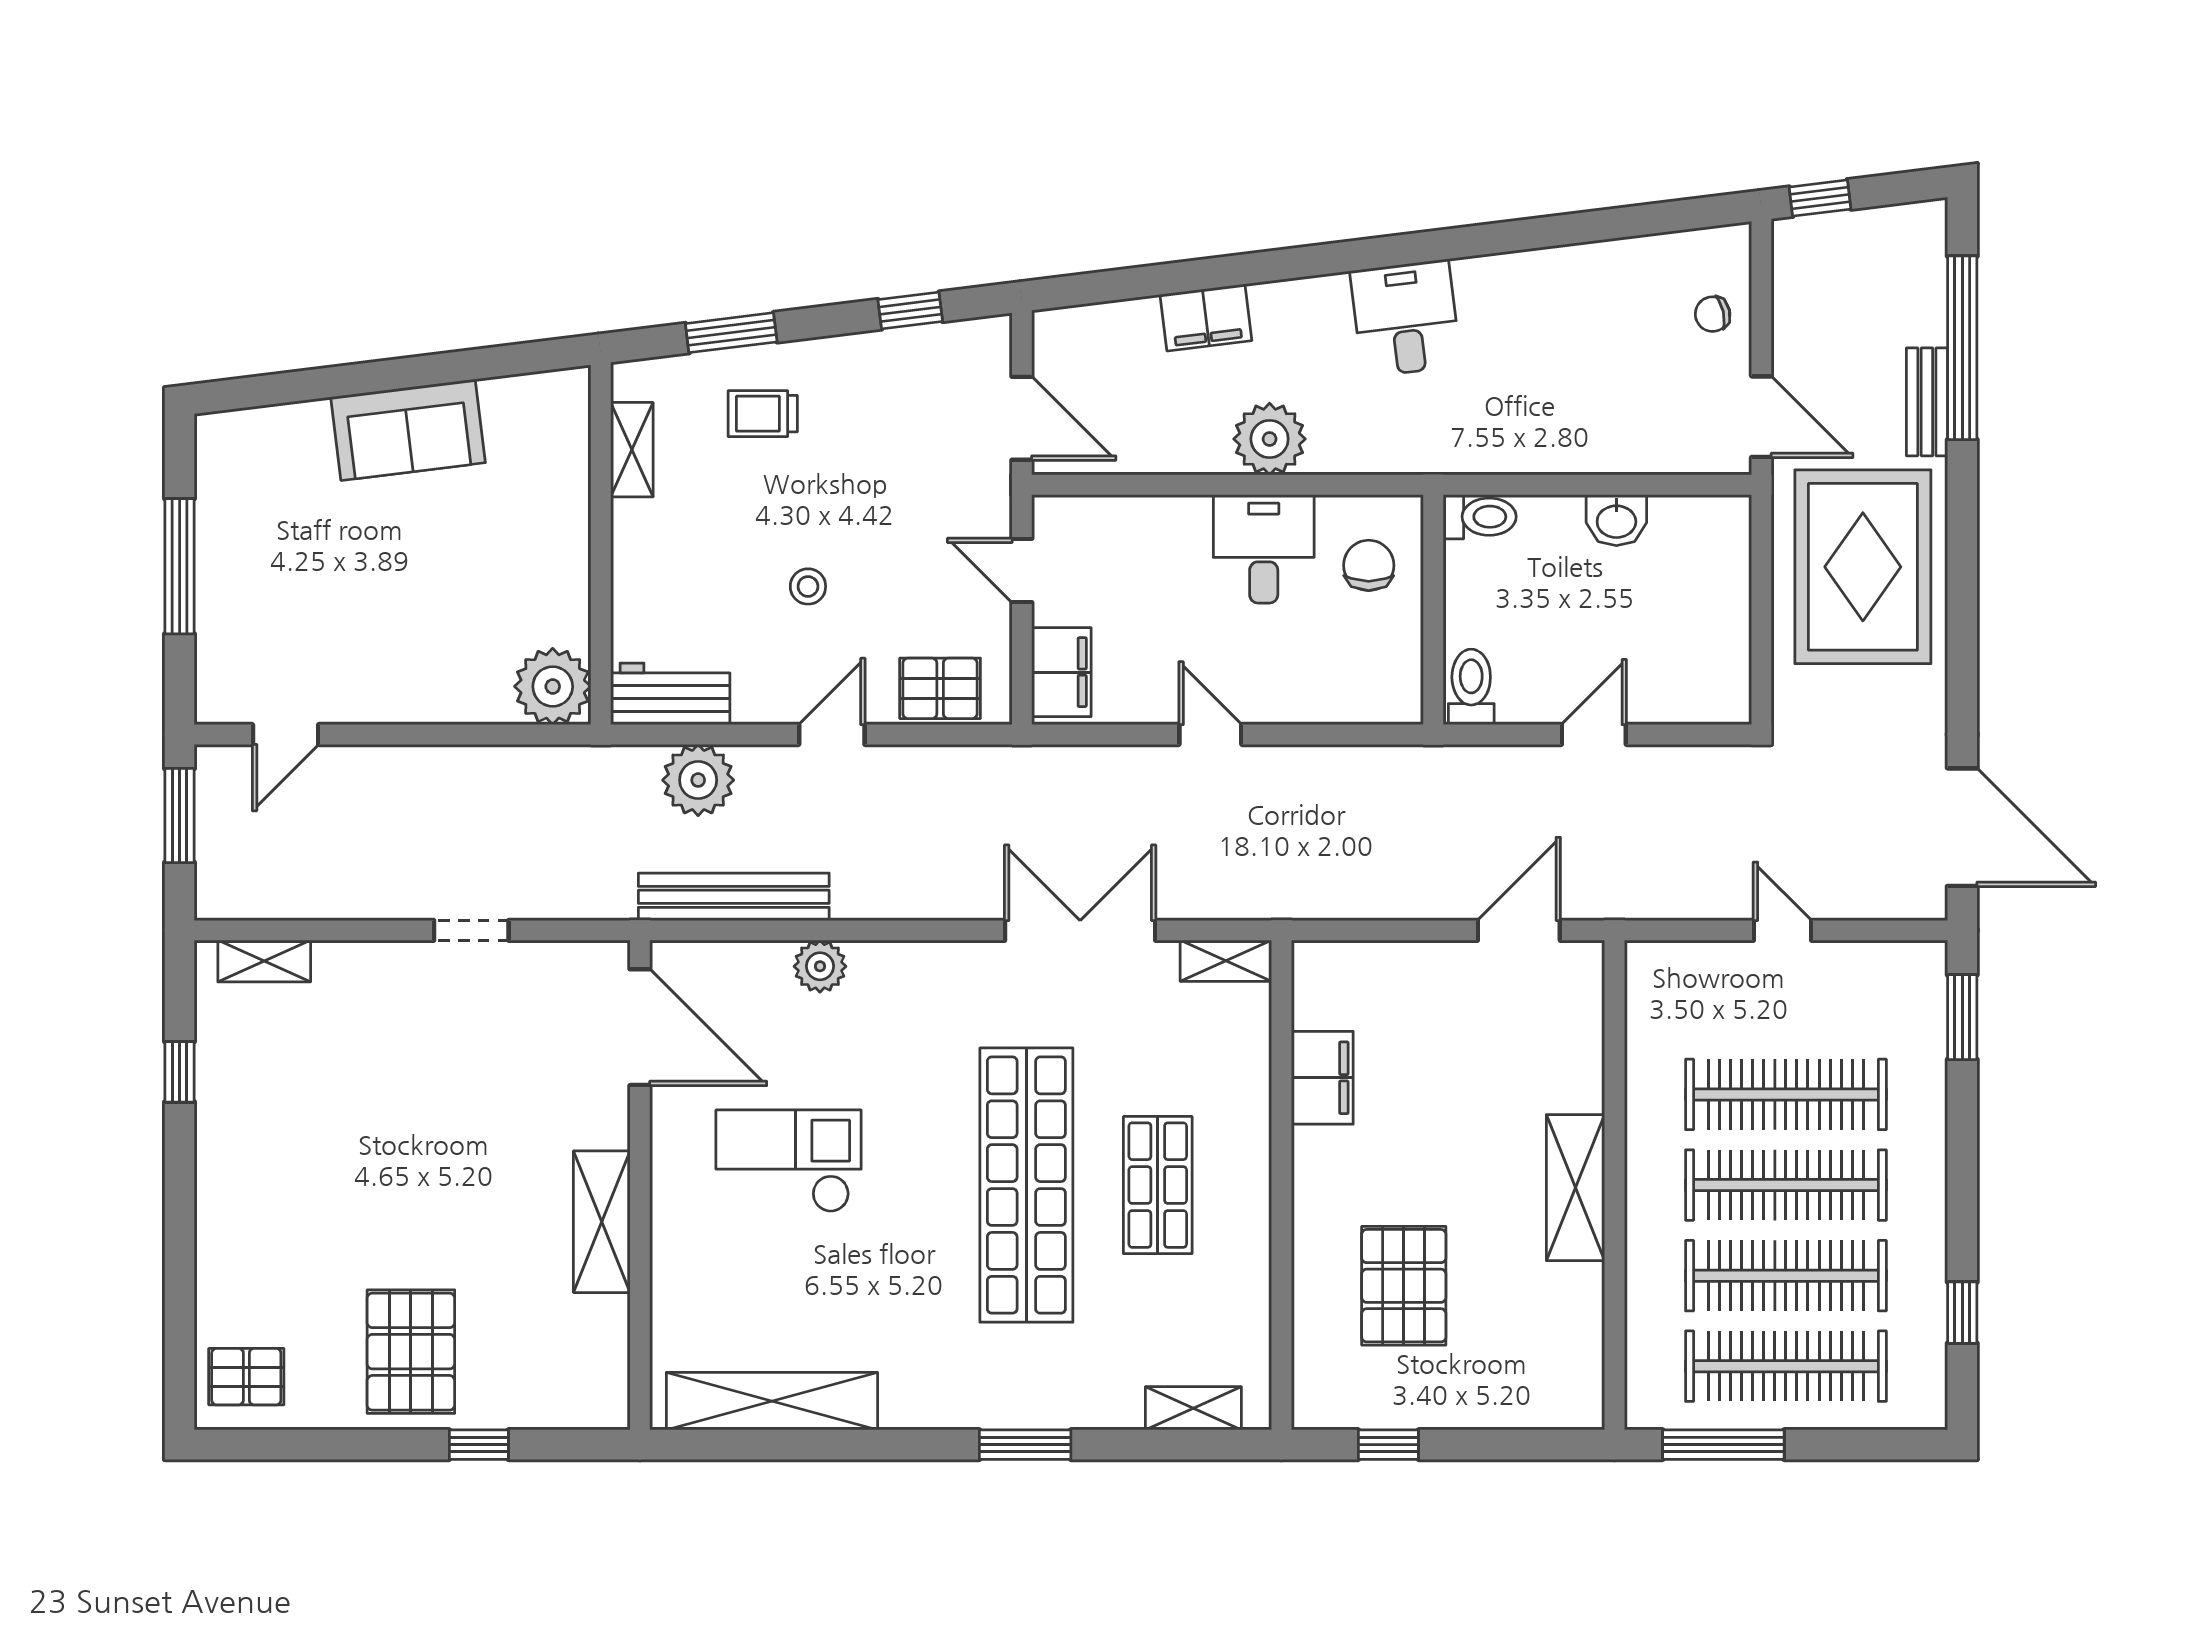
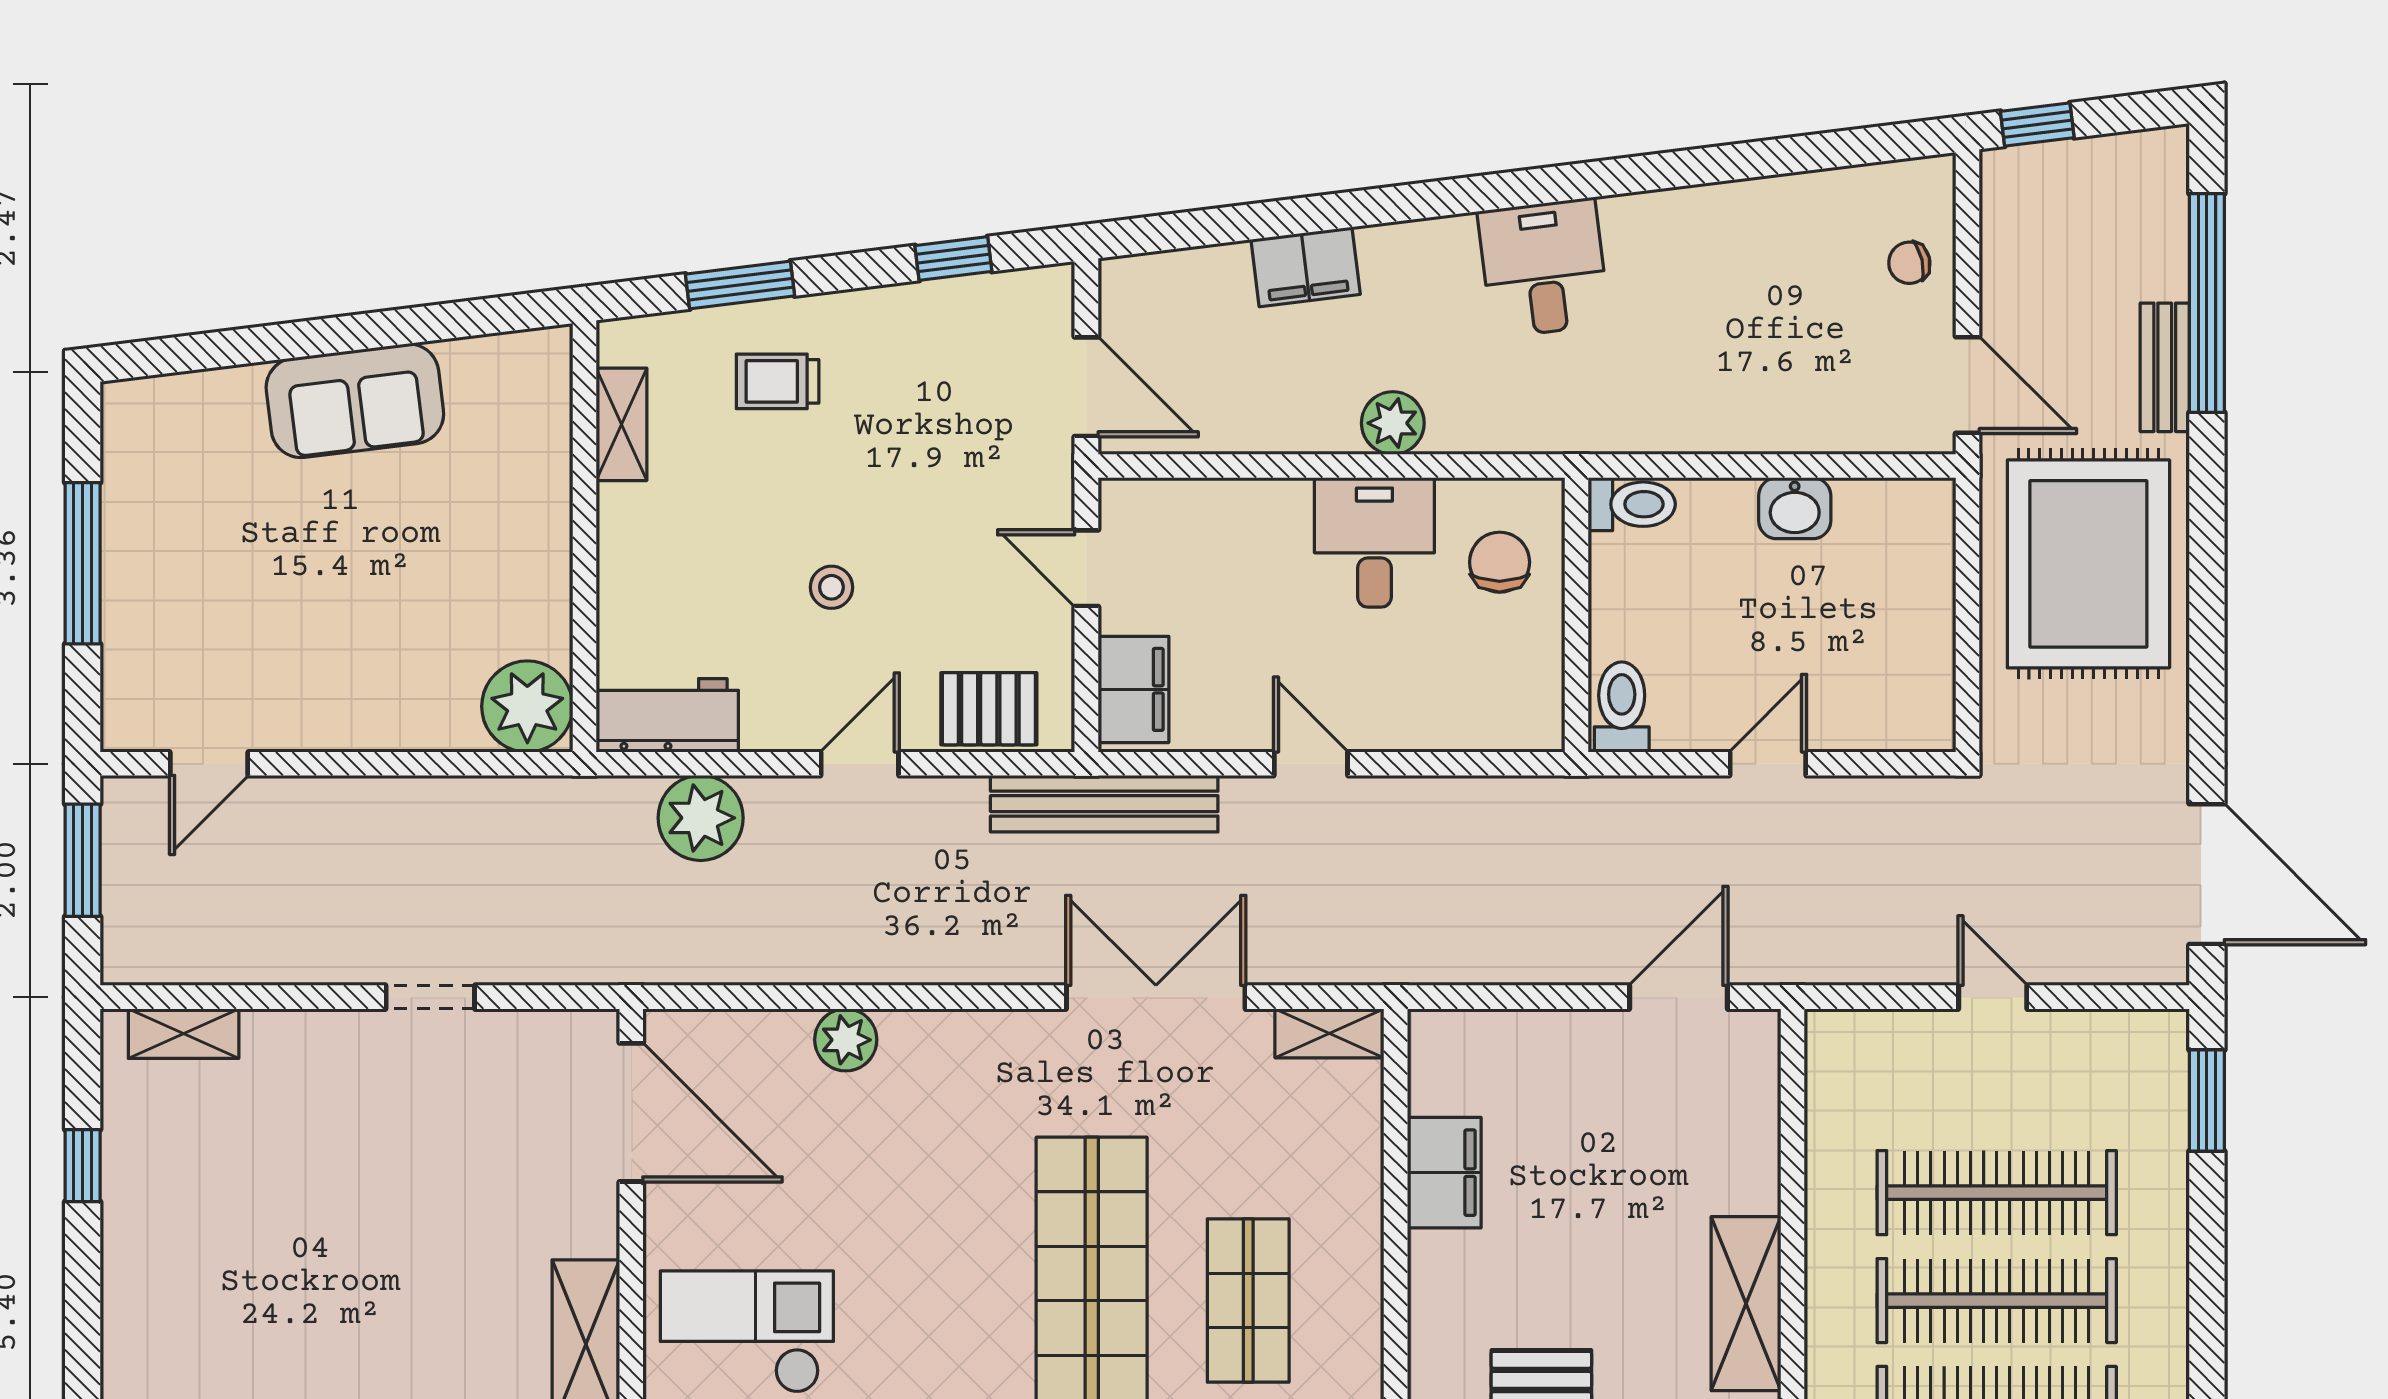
plant: (1270, 439) -> (1393, 423), width x0.73, depth x0.73
bench: (734, 897) -> (1104, 804), moved
checkout: (789, 1161) -> (747, 1332), moved

